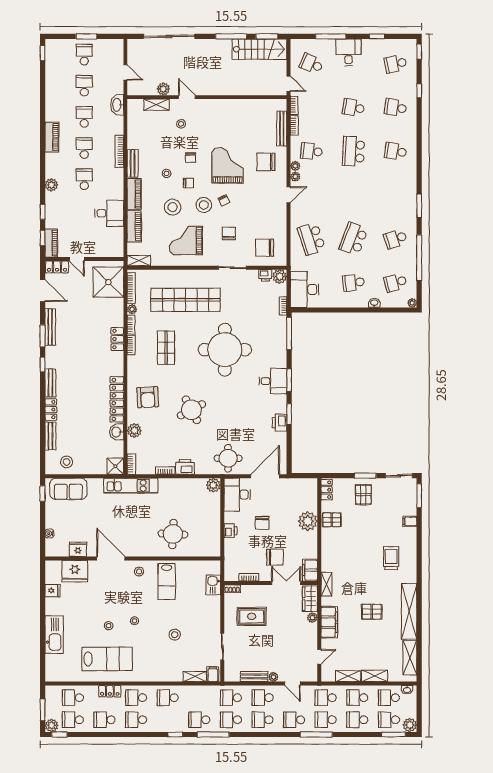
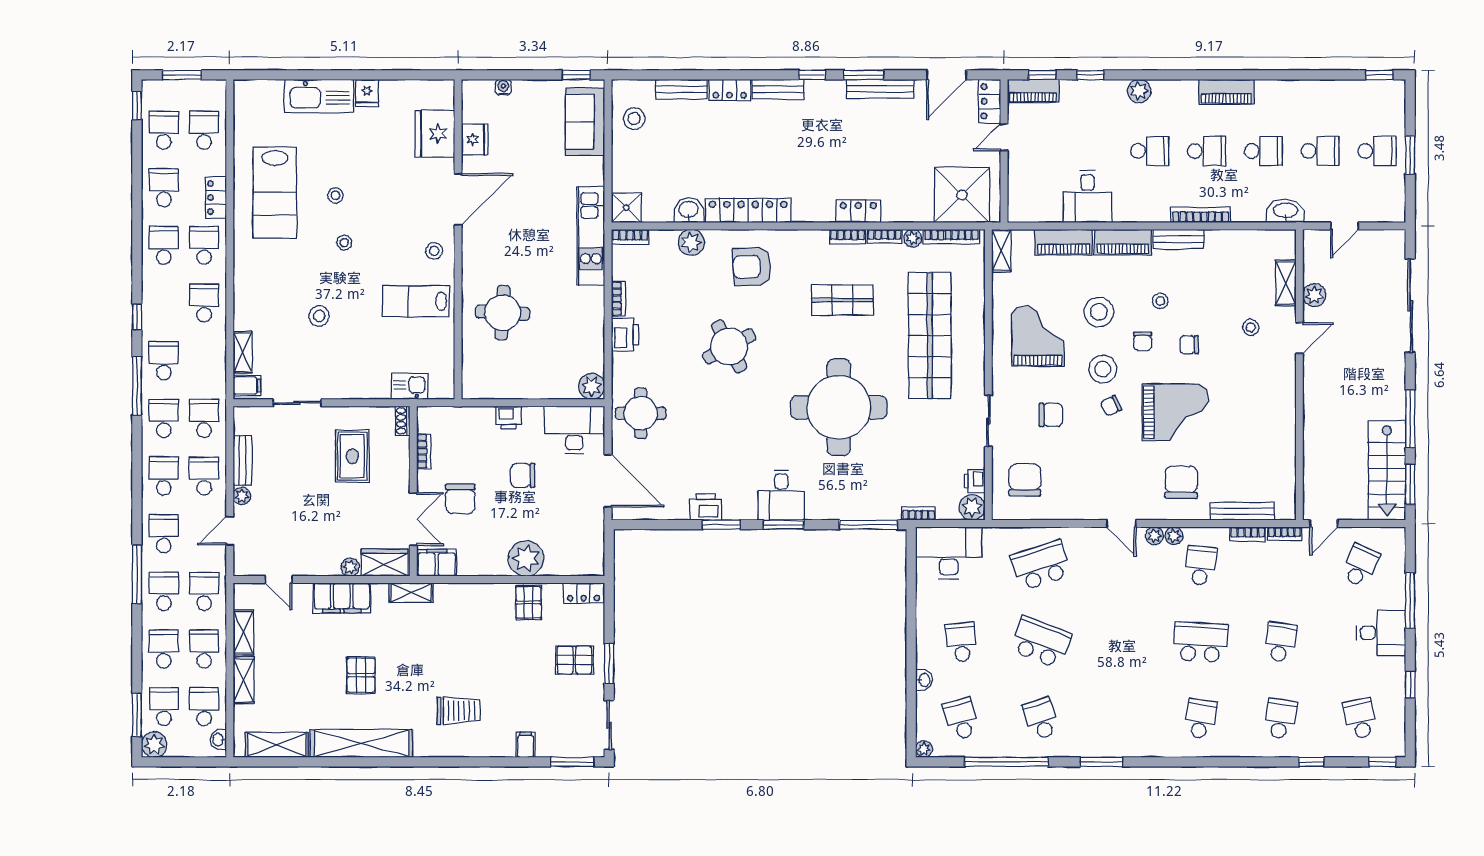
fridge: (52, 591) -> (367, 93), moved
plant: (52, 725) -> (153, 91), removed

